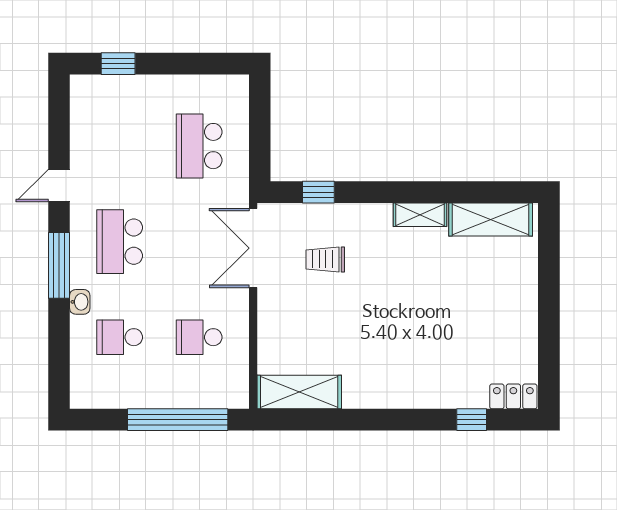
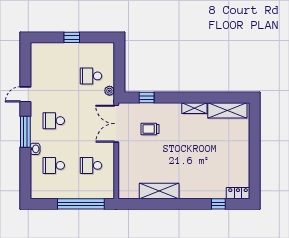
window: (118, 64) -> (72, 37), moved
school desk: (199, 146) -> (91, 76), width x0.54
plant: (239, 178) -> (109, 91), added
school desk: (120, 242) -> (54, 121), width x0.54
shelving: (299, 392) -> (159, 191), moved

